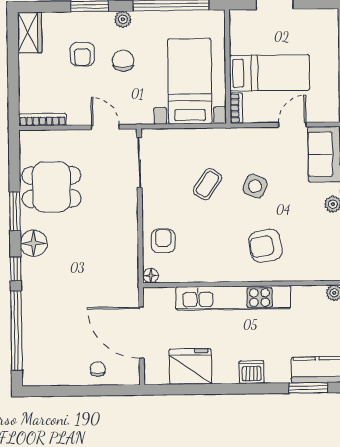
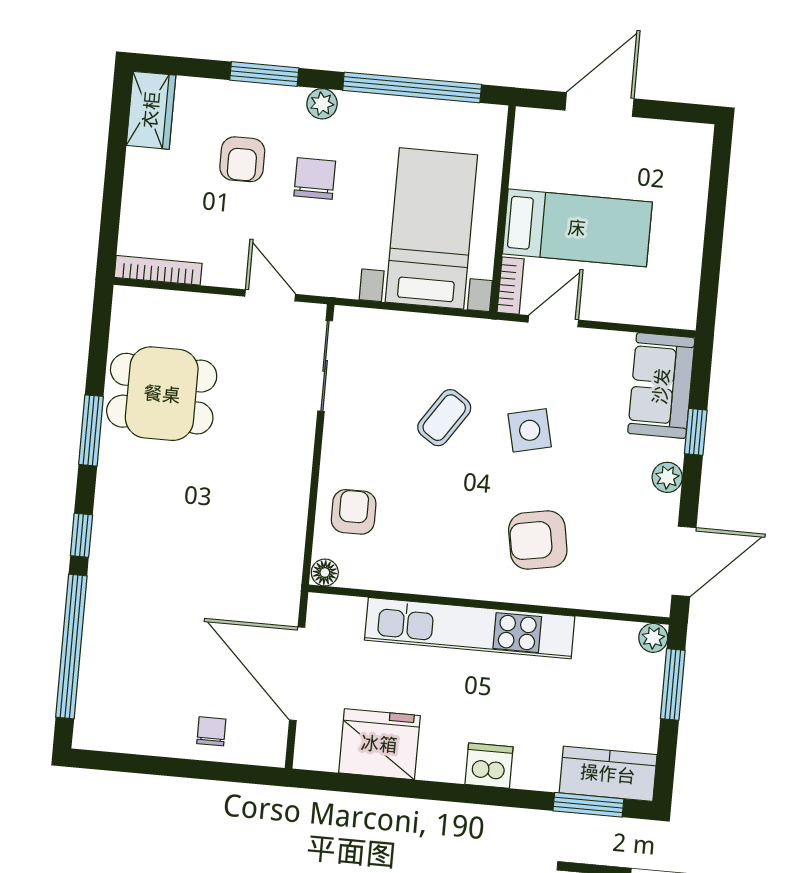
door: (292, 125) -> (553, 321), moved
side table: (255, 186) -> (530, 430), turned -35
floor lamp: (34, 243) -> (119, 492), removed

